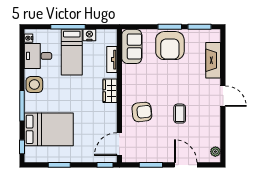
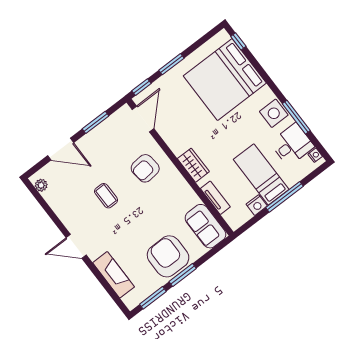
window: (22, 106) -> (296, 117), moved
bed: (49, 129) -> (225, 80), width x1.36
window: (59, 165) -> (171, 64), moved

